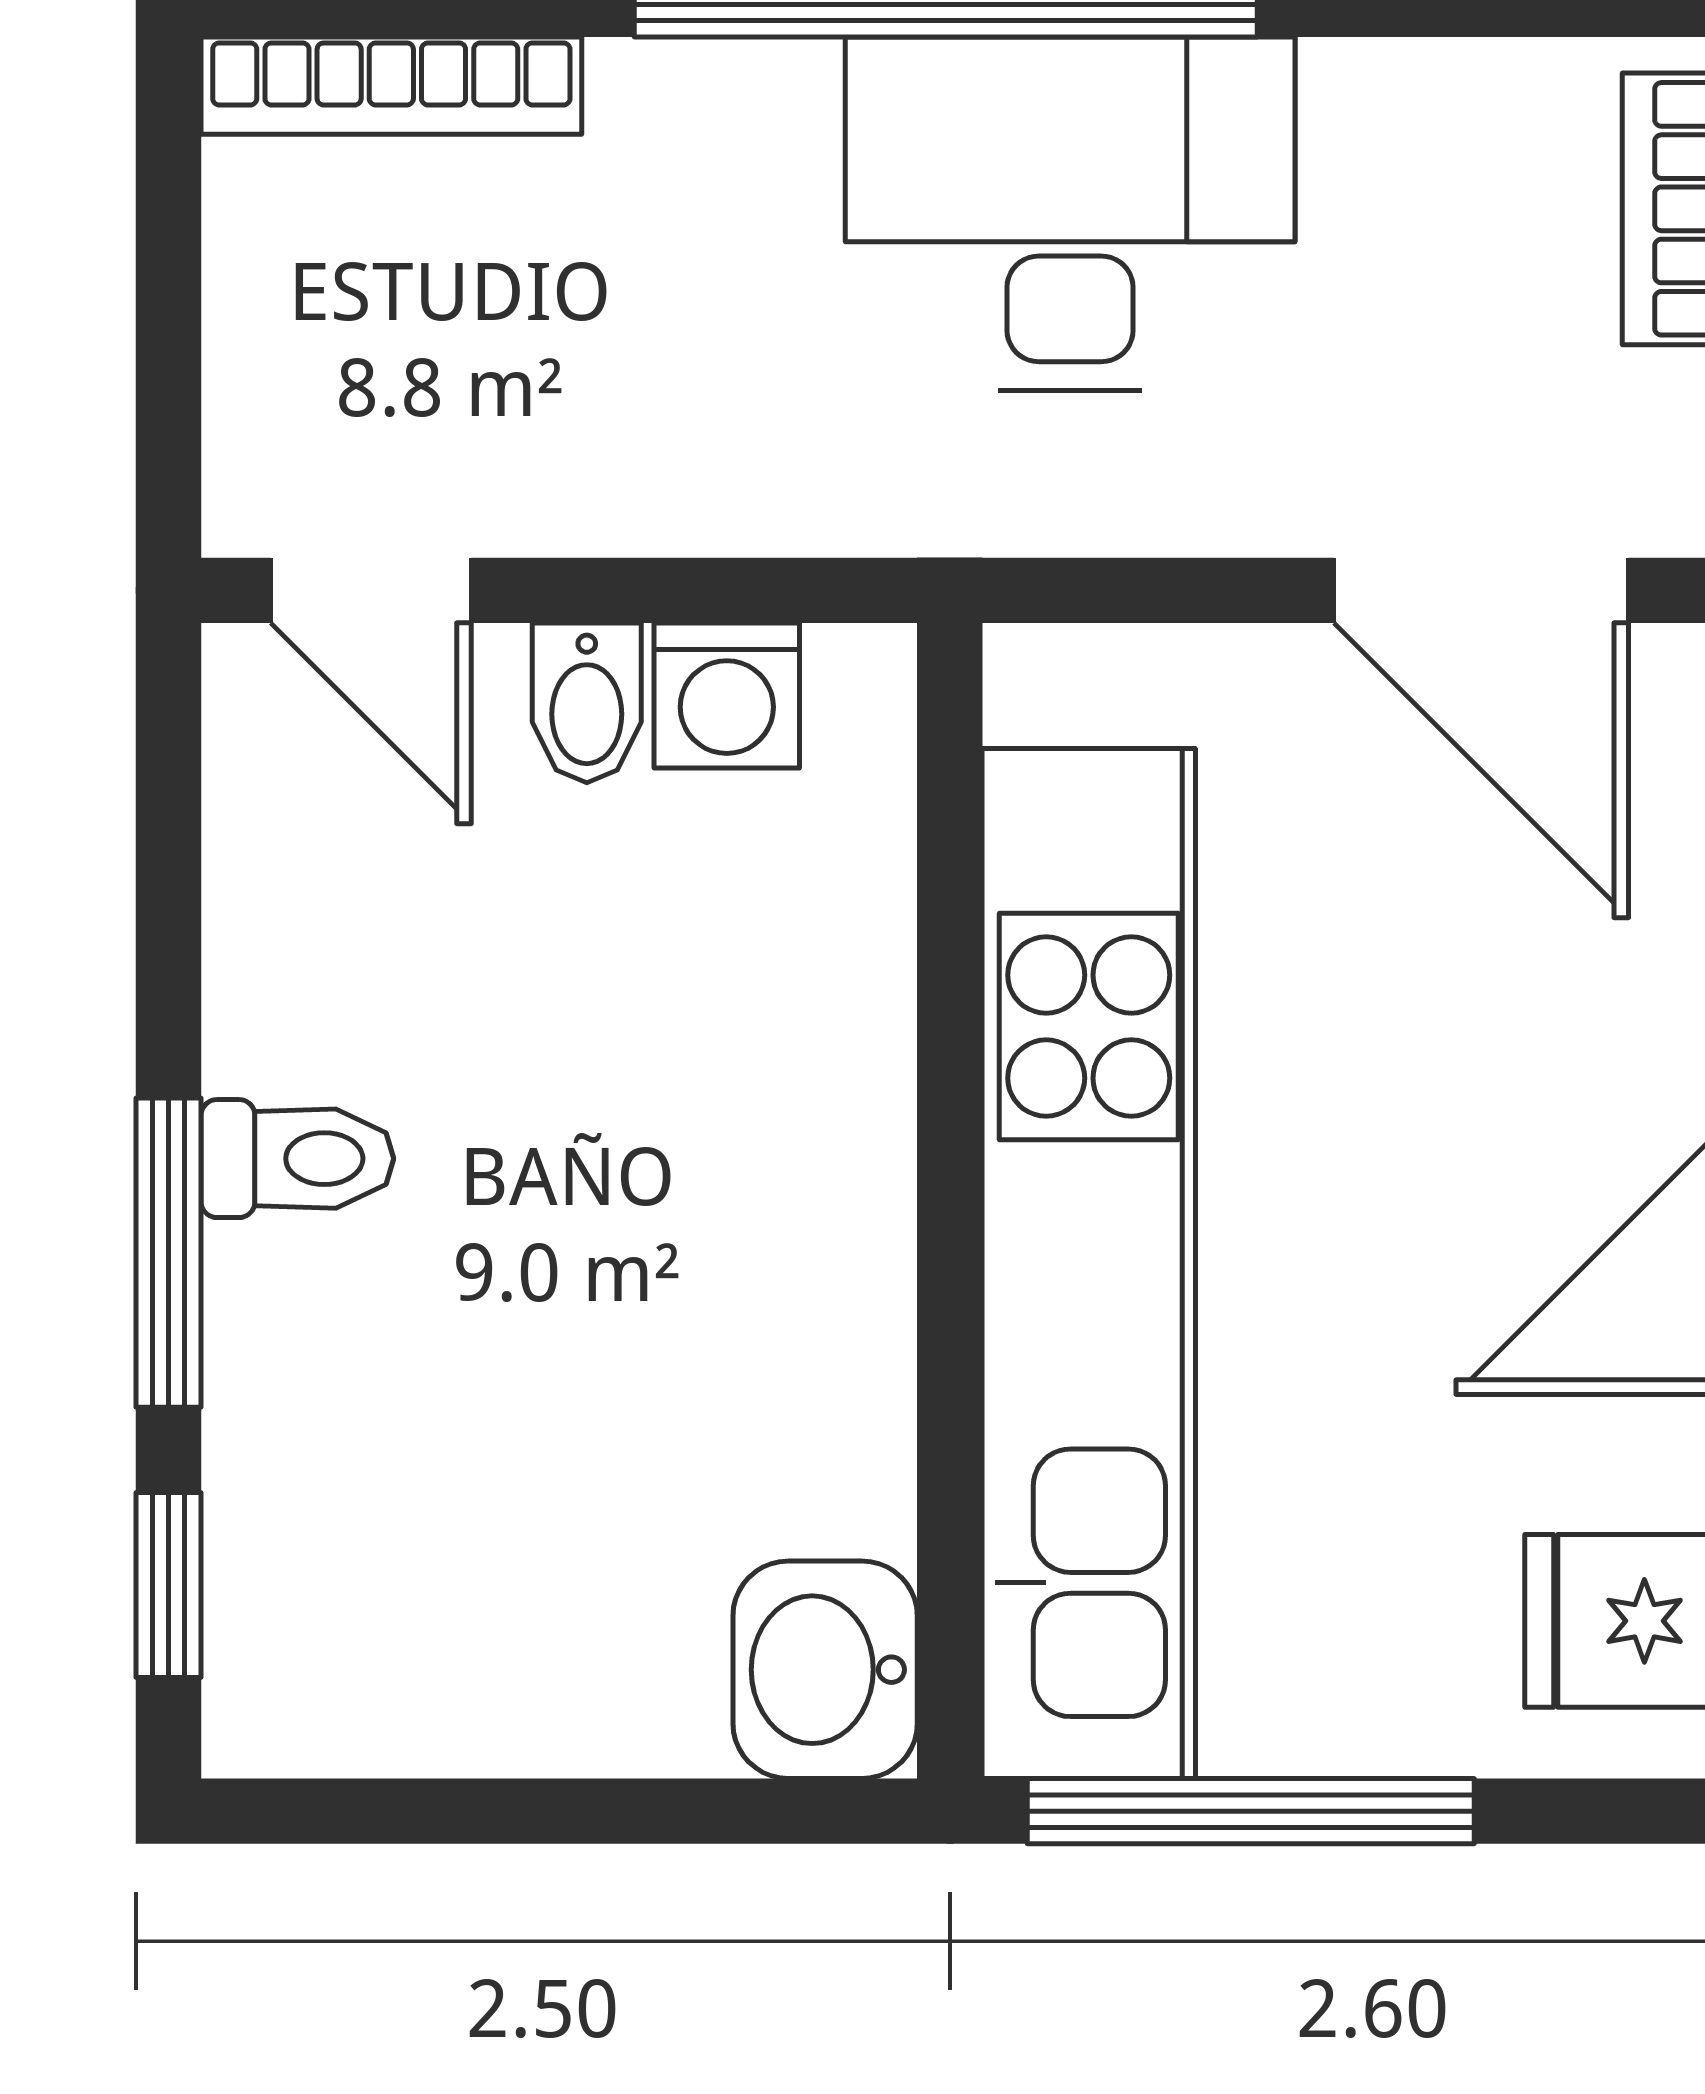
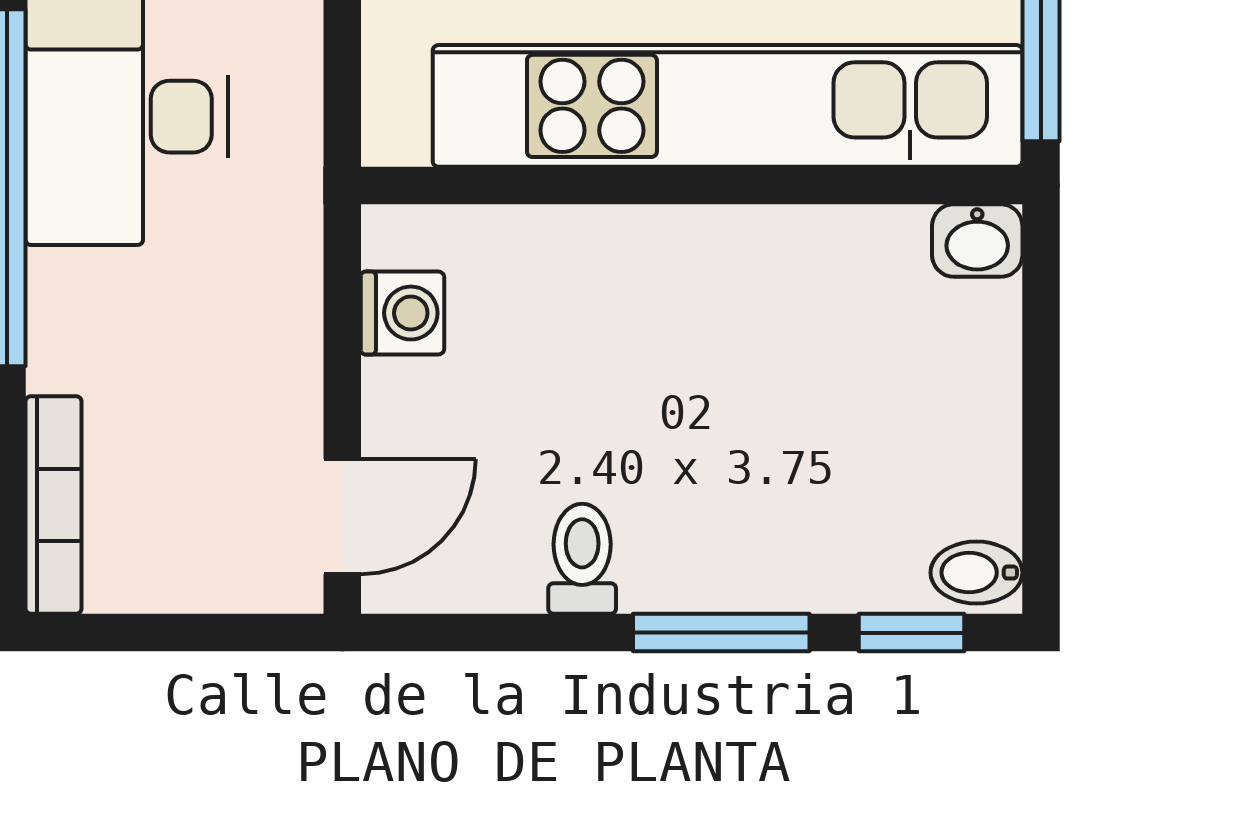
bidet: (587, 703) -> (976, 573), moved, turned 180
toilet: (297, 1159) -> (582, 559), moved
washbasin: (825, 1670) -> (977, 240), width x0.72, depth x0.69

